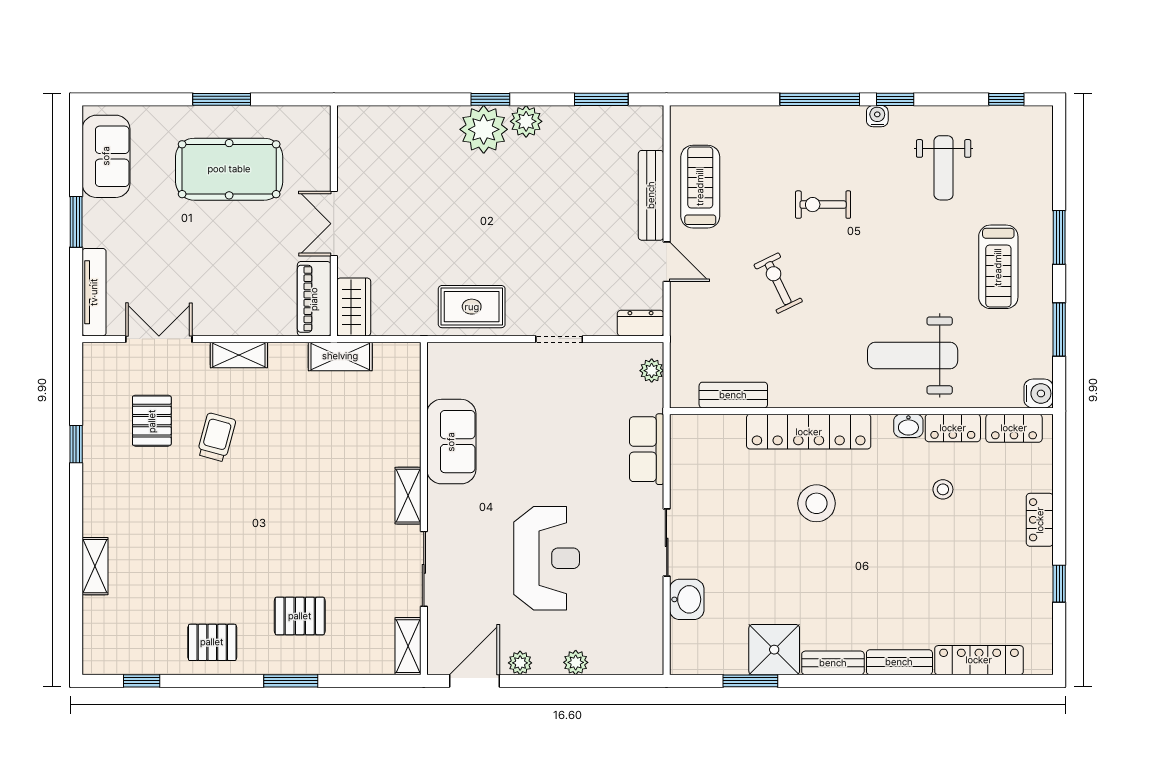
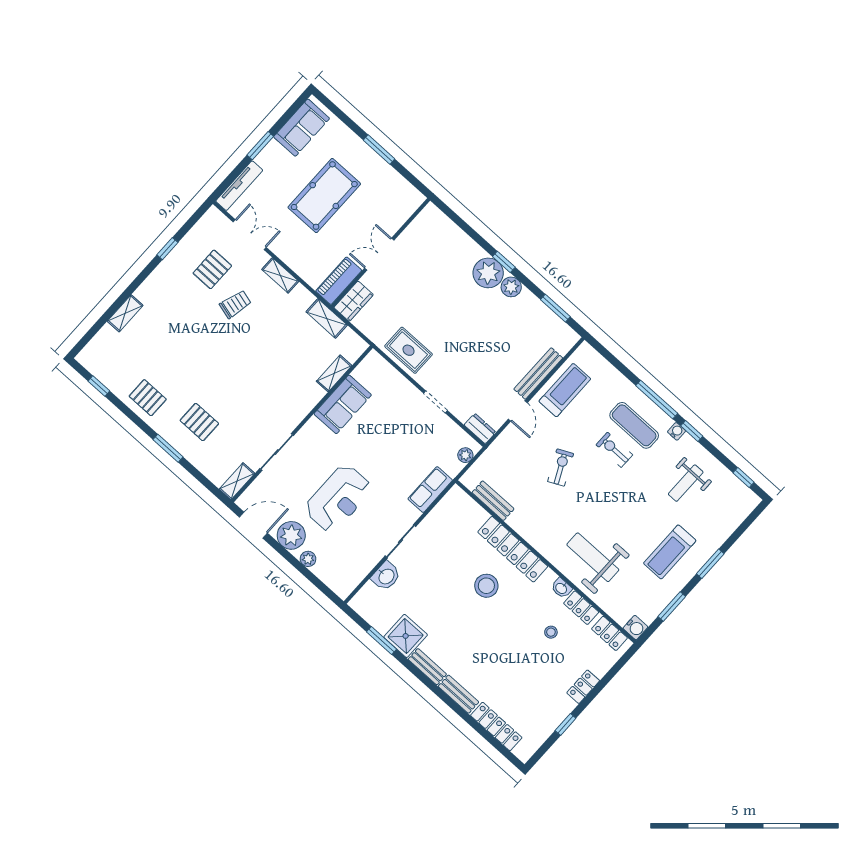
exercise mat: (820, 154) -> (634, 425), added
pool table: (229, 169) -> (324, 196), moved, turned 90
shelving: (408, 496) -> (334, 373), moved
plant: (520, 663) -> (291, 535), width x1.88, depth x1.88

